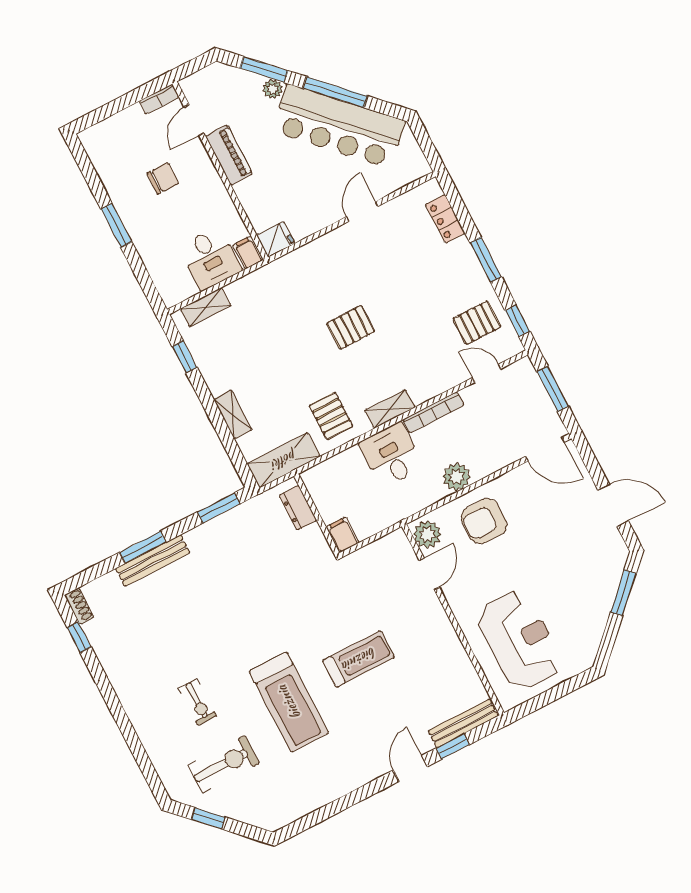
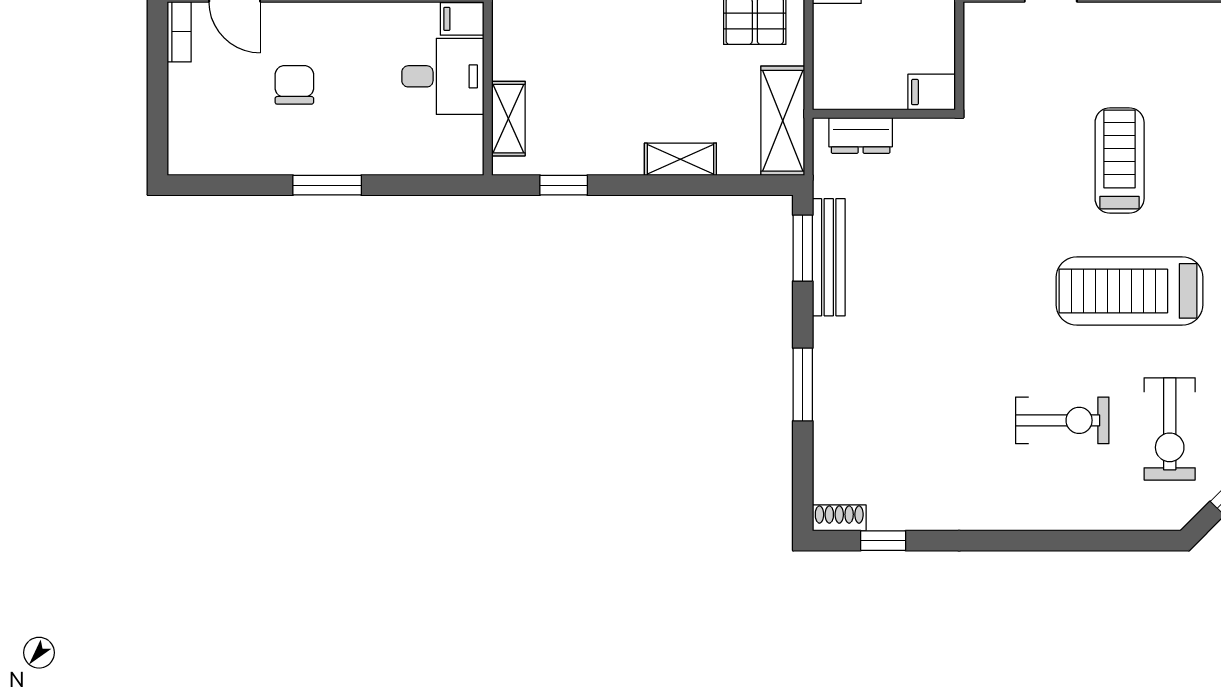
bench: (153, 561) -> (829, 257), moved
exercise bike: (198, 702) -> (1062, 420), width x1.38, depth x1.39
treadmill: (289, 702) -> (1129, 291), turned 180
exercise bike: (224, 764) -> (1170, 429), turned 180

